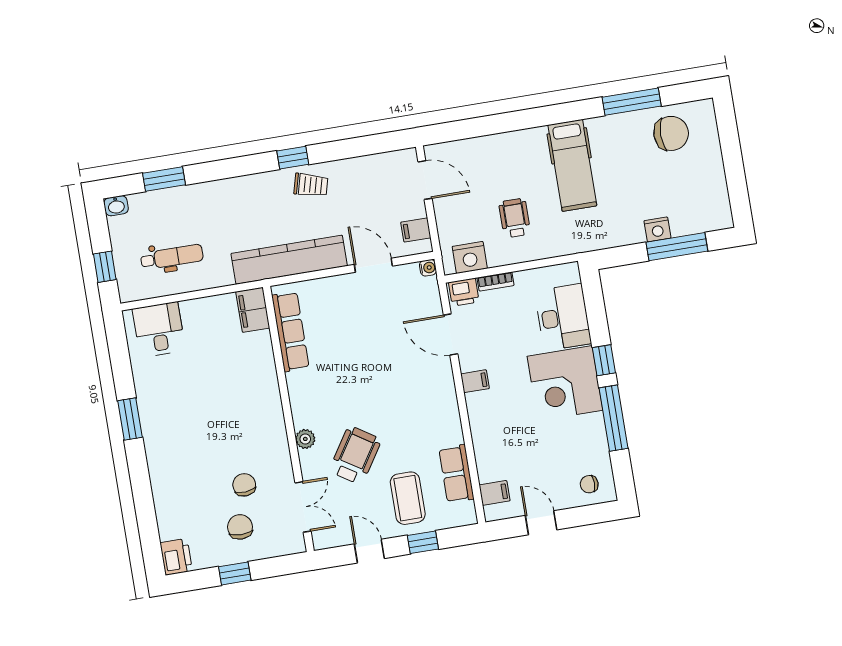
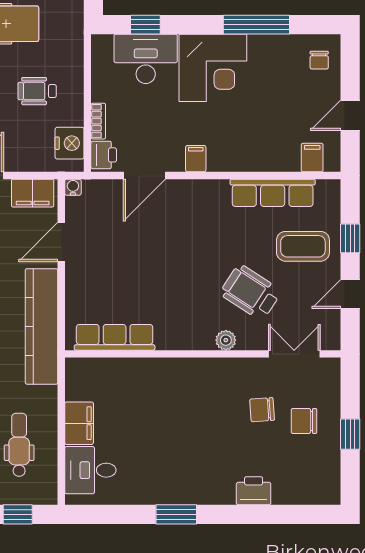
filing cabinet: (416, 230) -> (33, 193), width x2.00
filing cabinet: (253, 310) -> (79, 423), moved, turned -90
window: (604, 360) -> (145, 25), moved
row of seats: (456, 474) -> (273, 193), width x1.48
printer: (176, 557) -> (254, 491), moved

